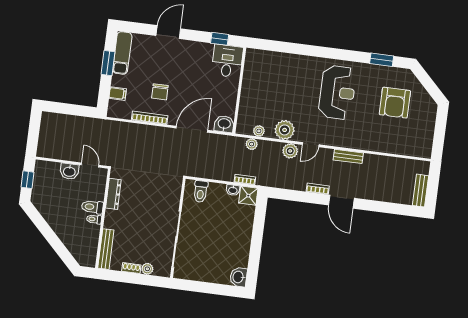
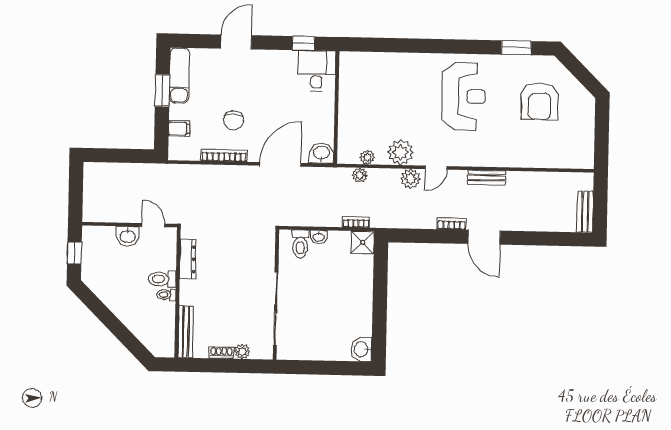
washbasin: (233, 190) -> (319, 237), moved

